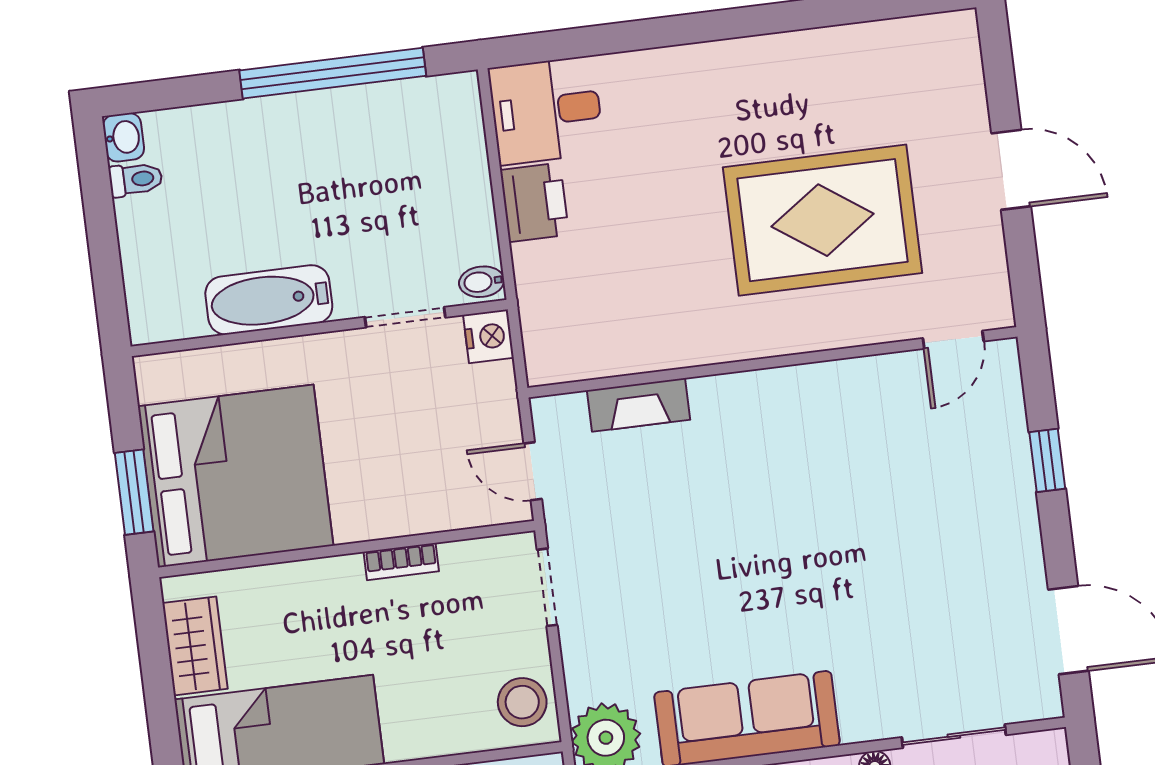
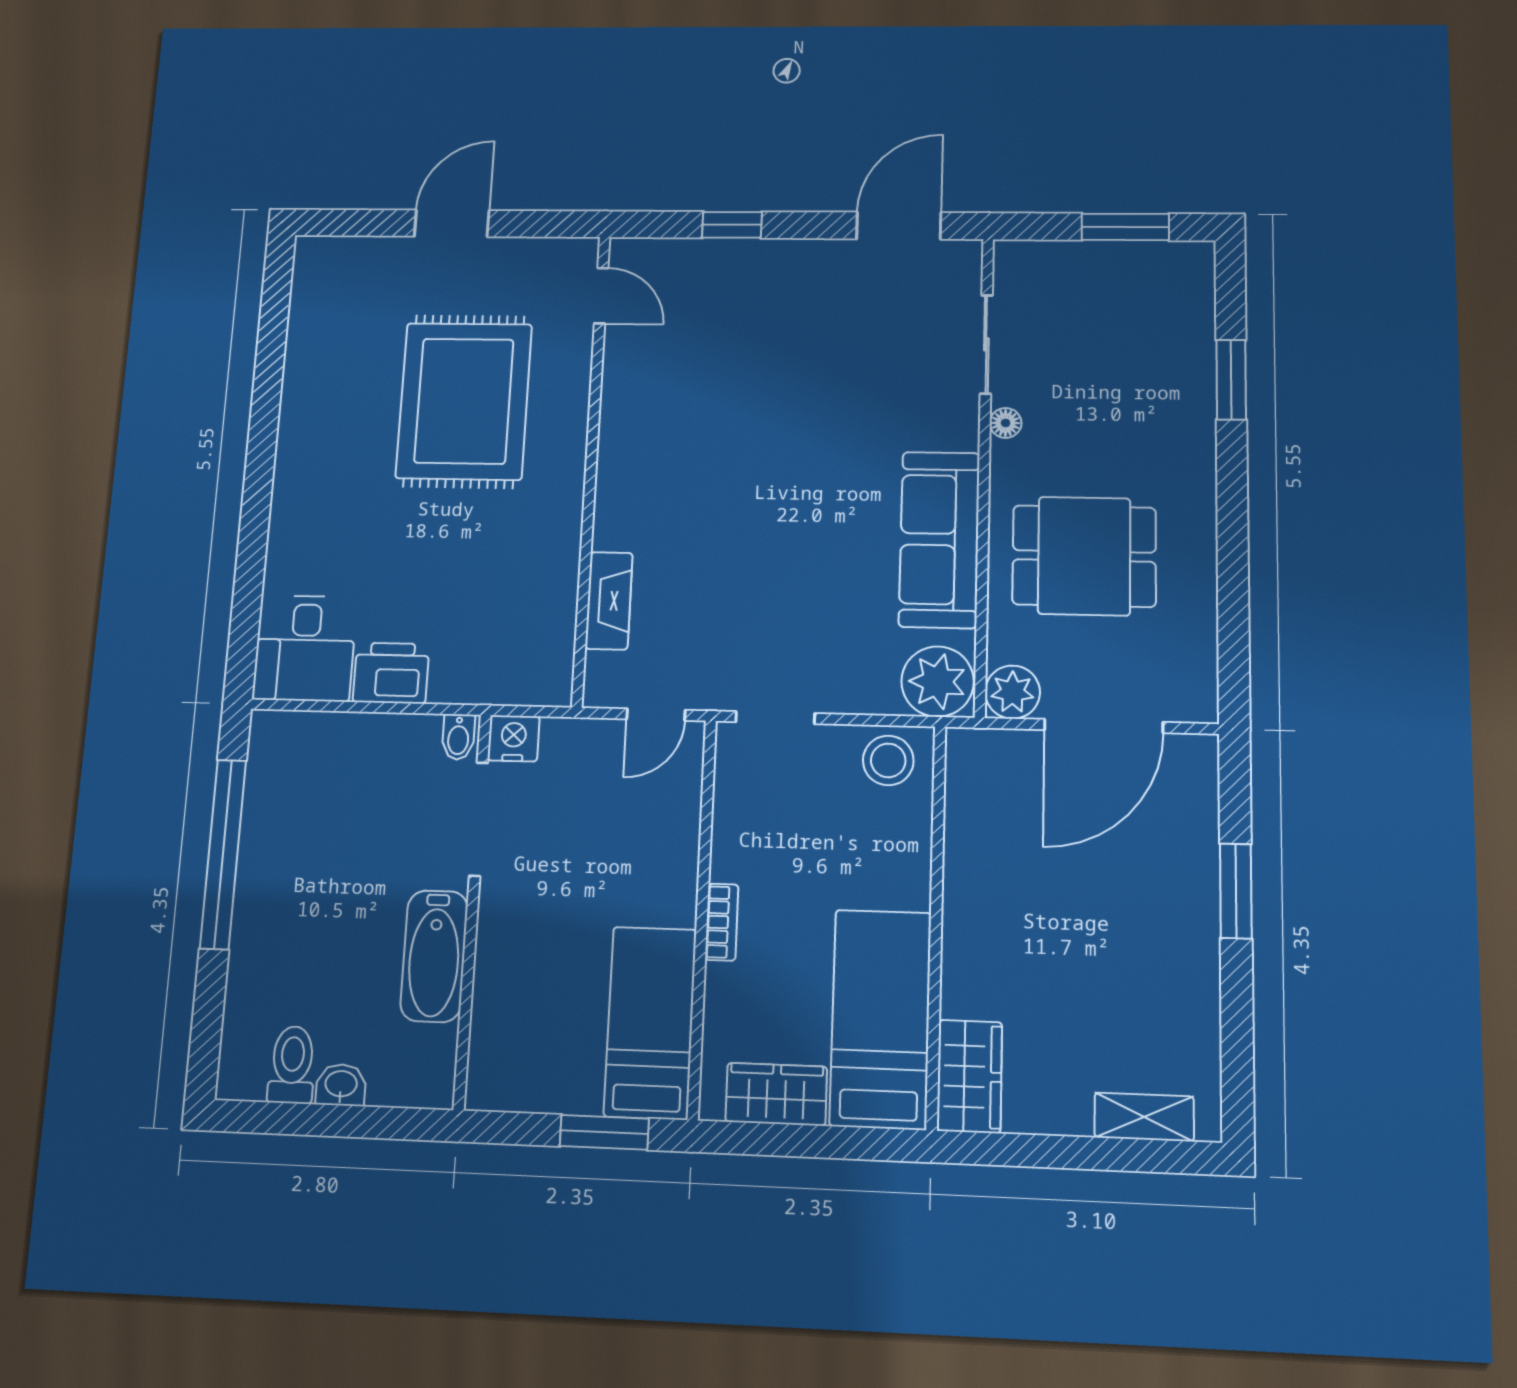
washbasin: (123, 137) -> (341, 1085), moved
toilet: (136, 179) -> (292, 1065), width x1.37, depth x1.39
doorway: (405, 317) -> (479, 819), width x1.38
bed: (236, 476) -> (650, 1022), width x0.49
bookcase: (401, 562) -> (722, 922), moved

